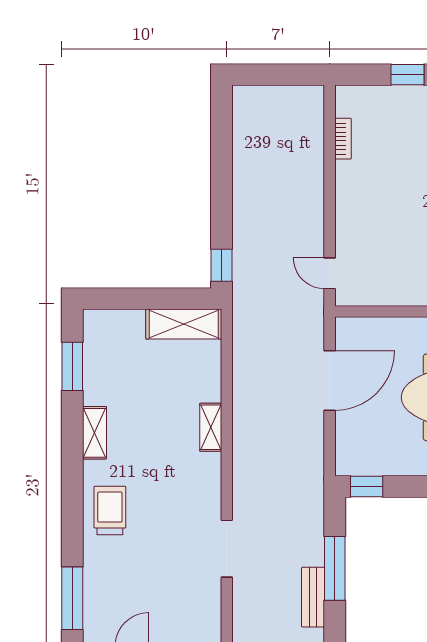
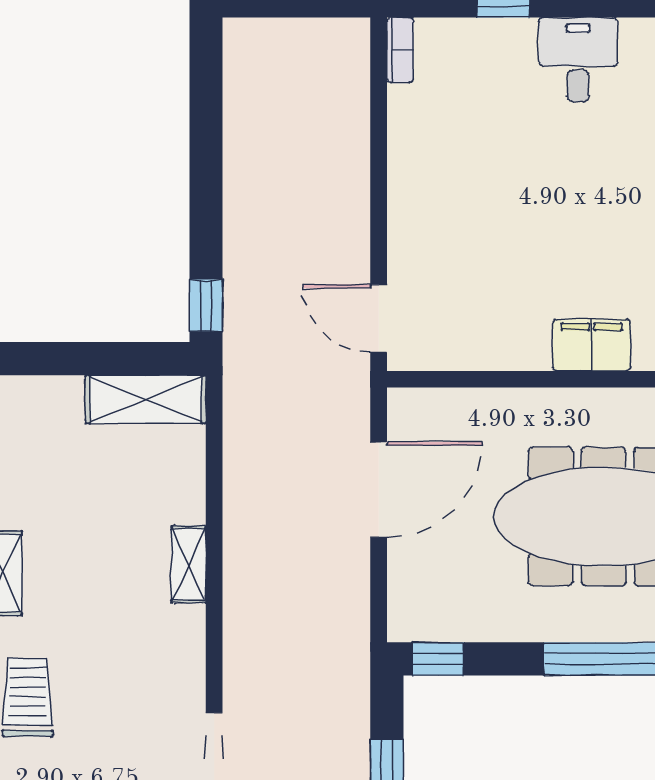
bookcase: (343, 139) -> (400, 50), moved
door: (330, 273) -> (379, 318), width x1.38

